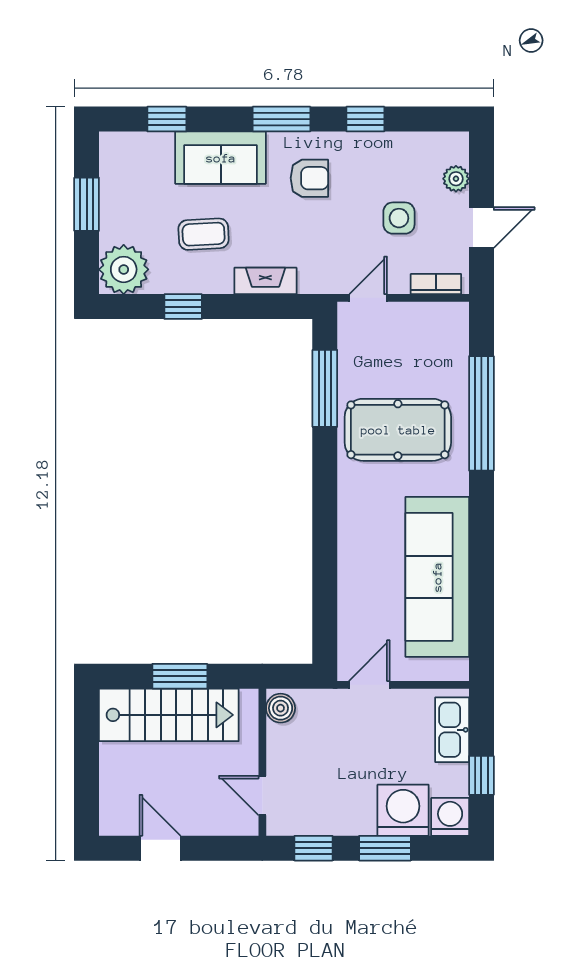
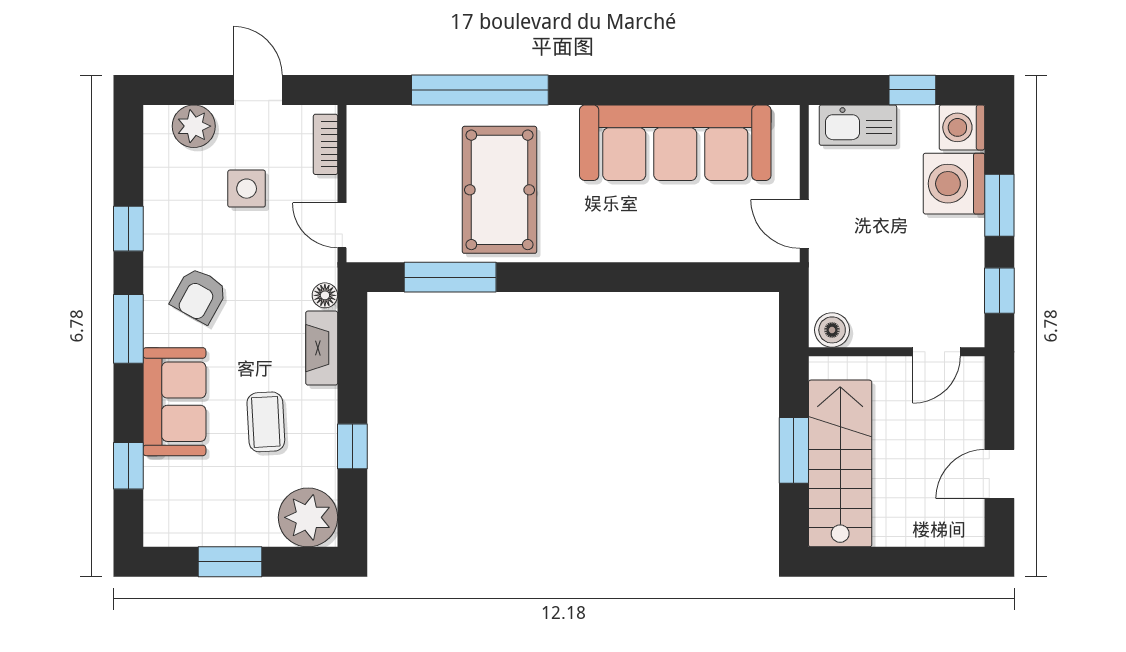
armchair: (309, 178) -> (199, 296), turned -151
plant: (456, 179) -> (194, 126), width x1.38, depth x1.38
floor lamp: (310, 284) -> (325, 295), added

